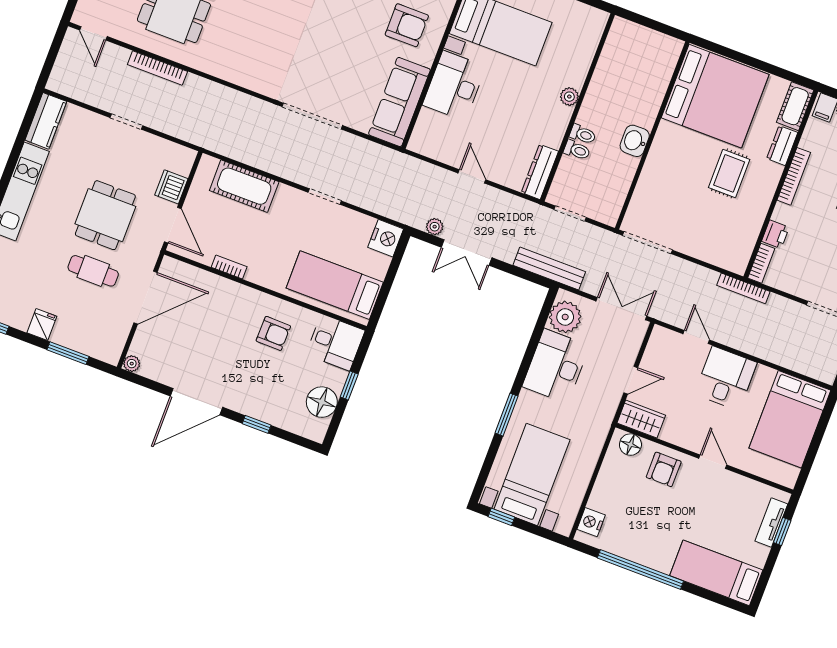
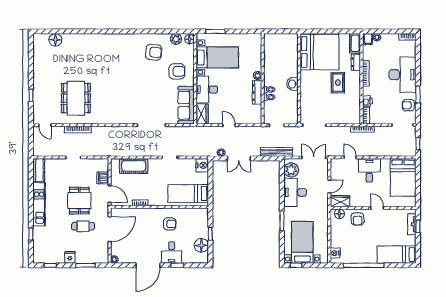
wardrobe: (426, 132) -> (202, 114), added
dresser: (540, 172) -> (257, 92), moved
desk: (335, 343) -> (172, 252), moved, turned 90

